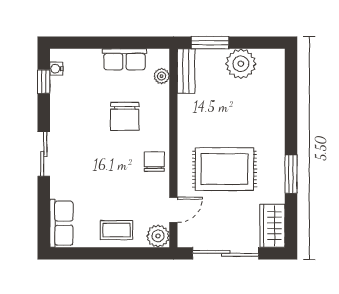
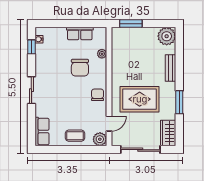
plant: (241, 64) -> (167, 36), moved
bench: (186, 71) -> (171, 68), moved
plant: (162, 76) -> (102, 54), moved

